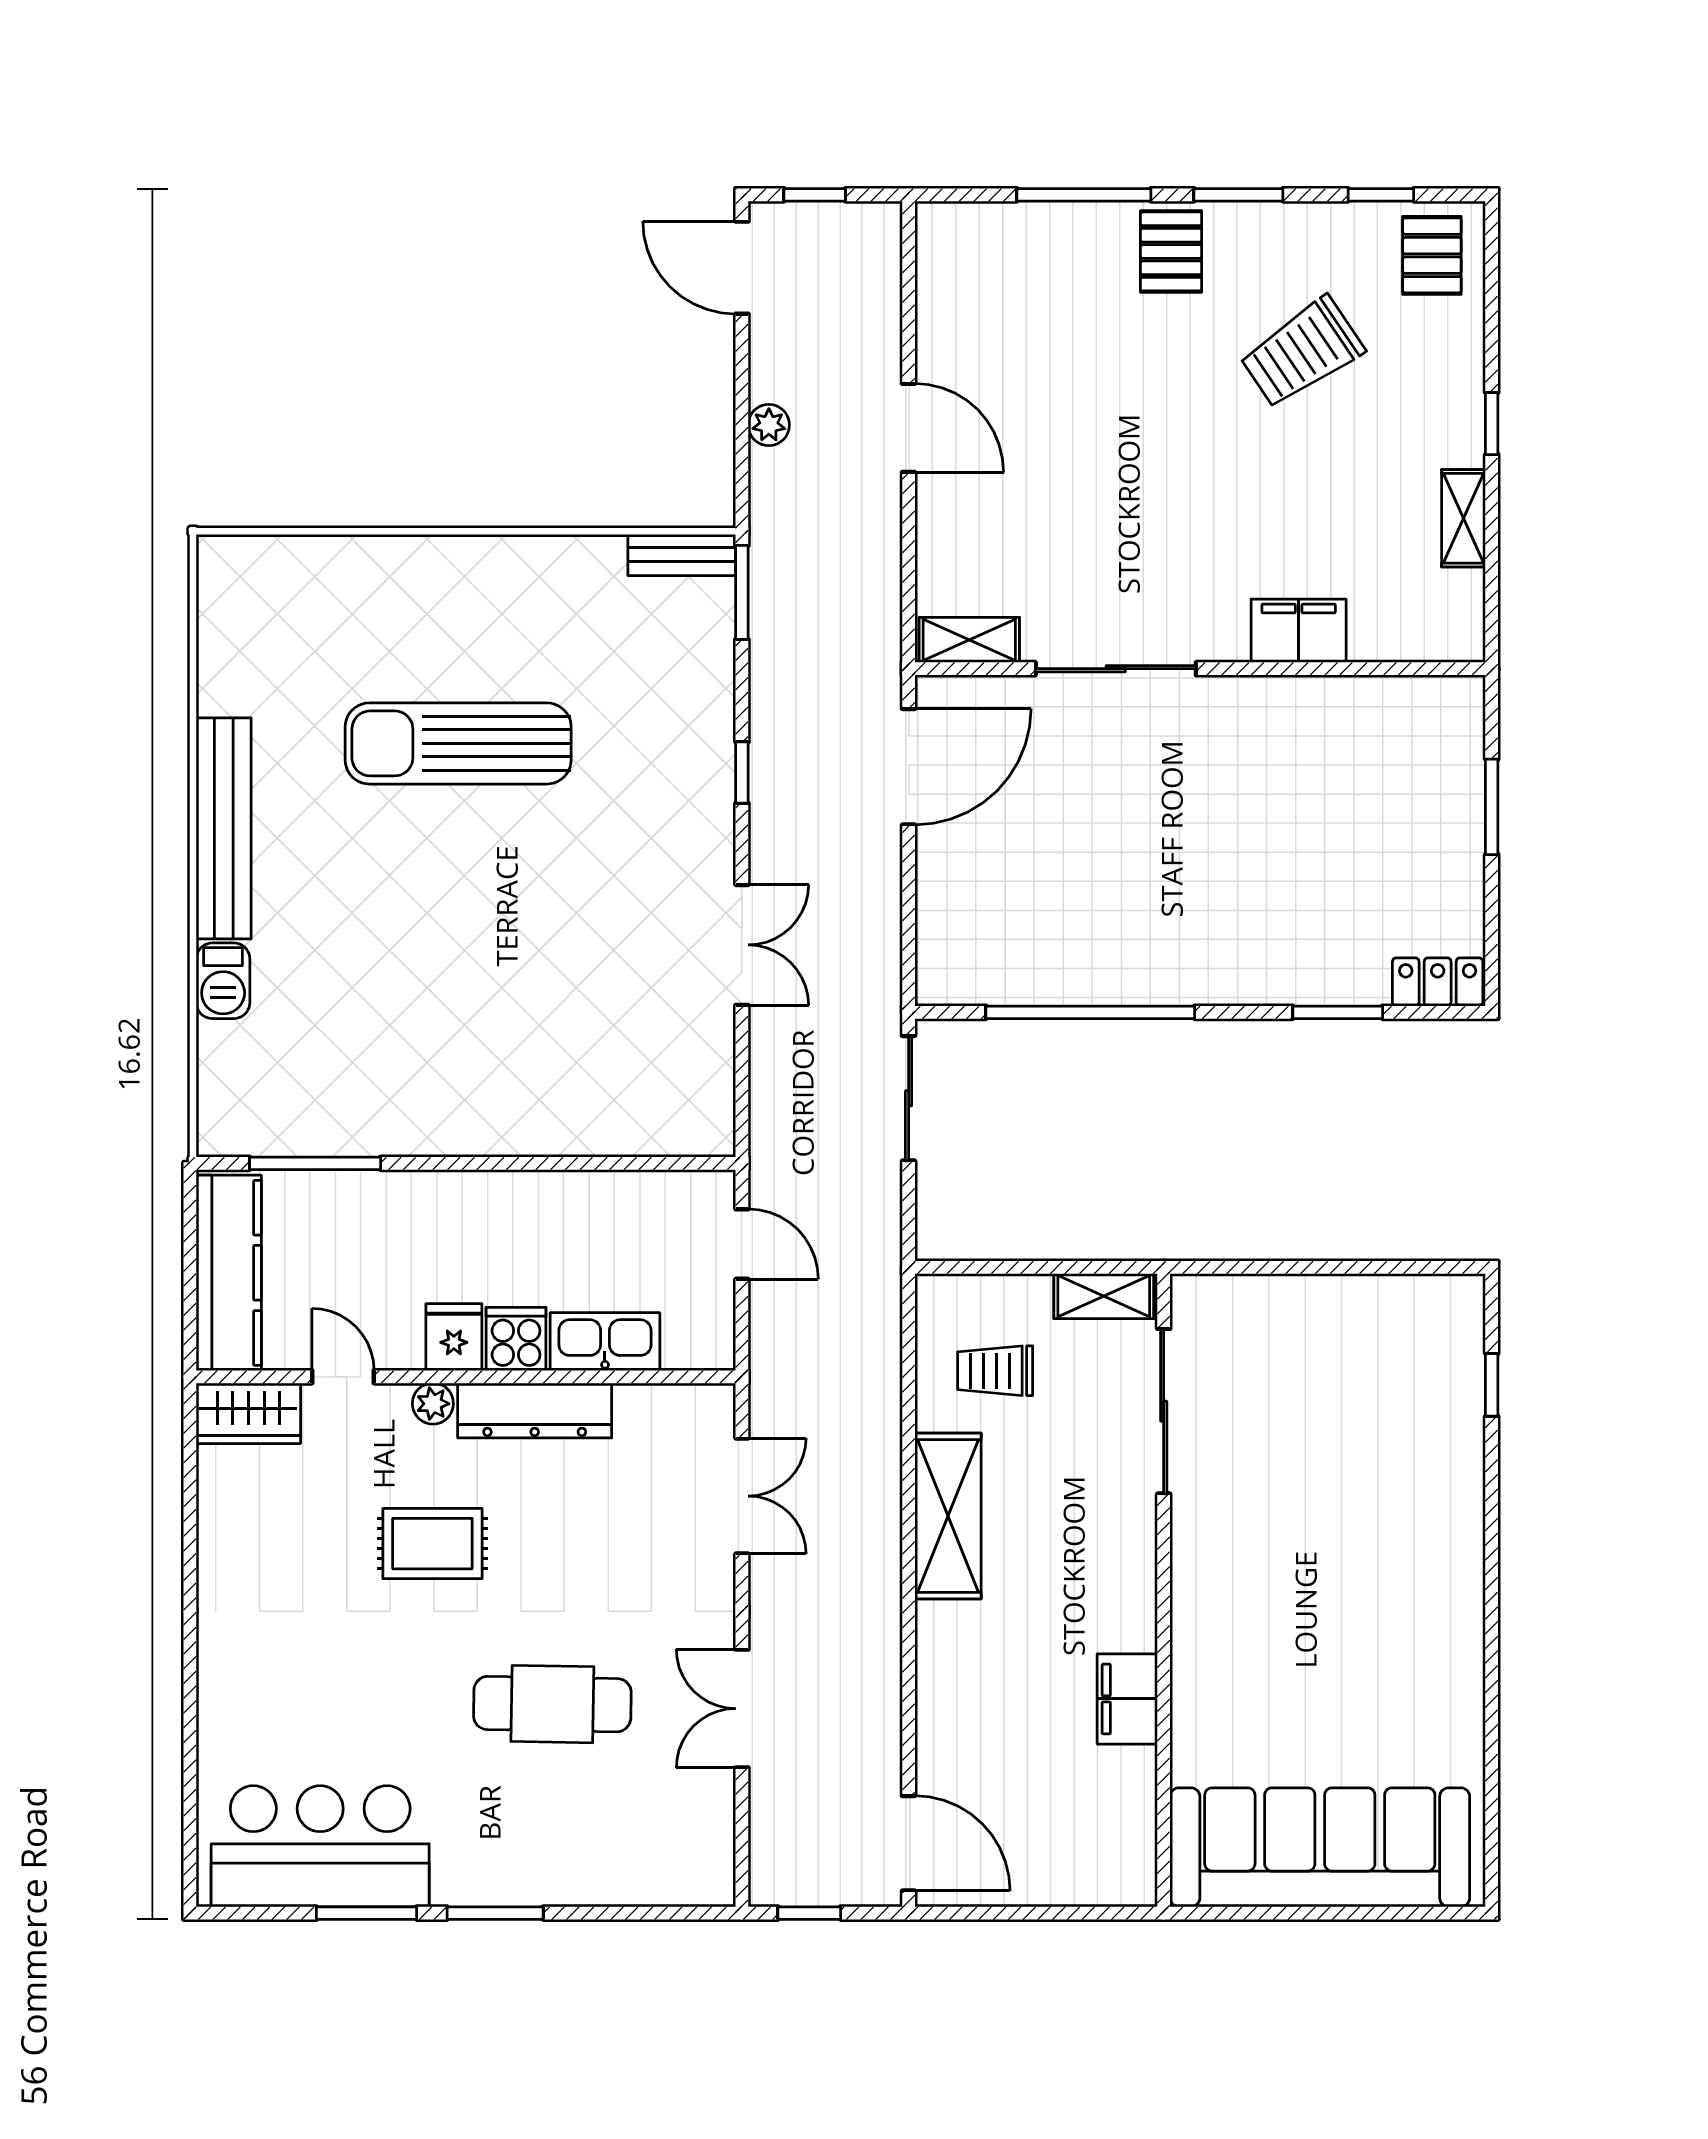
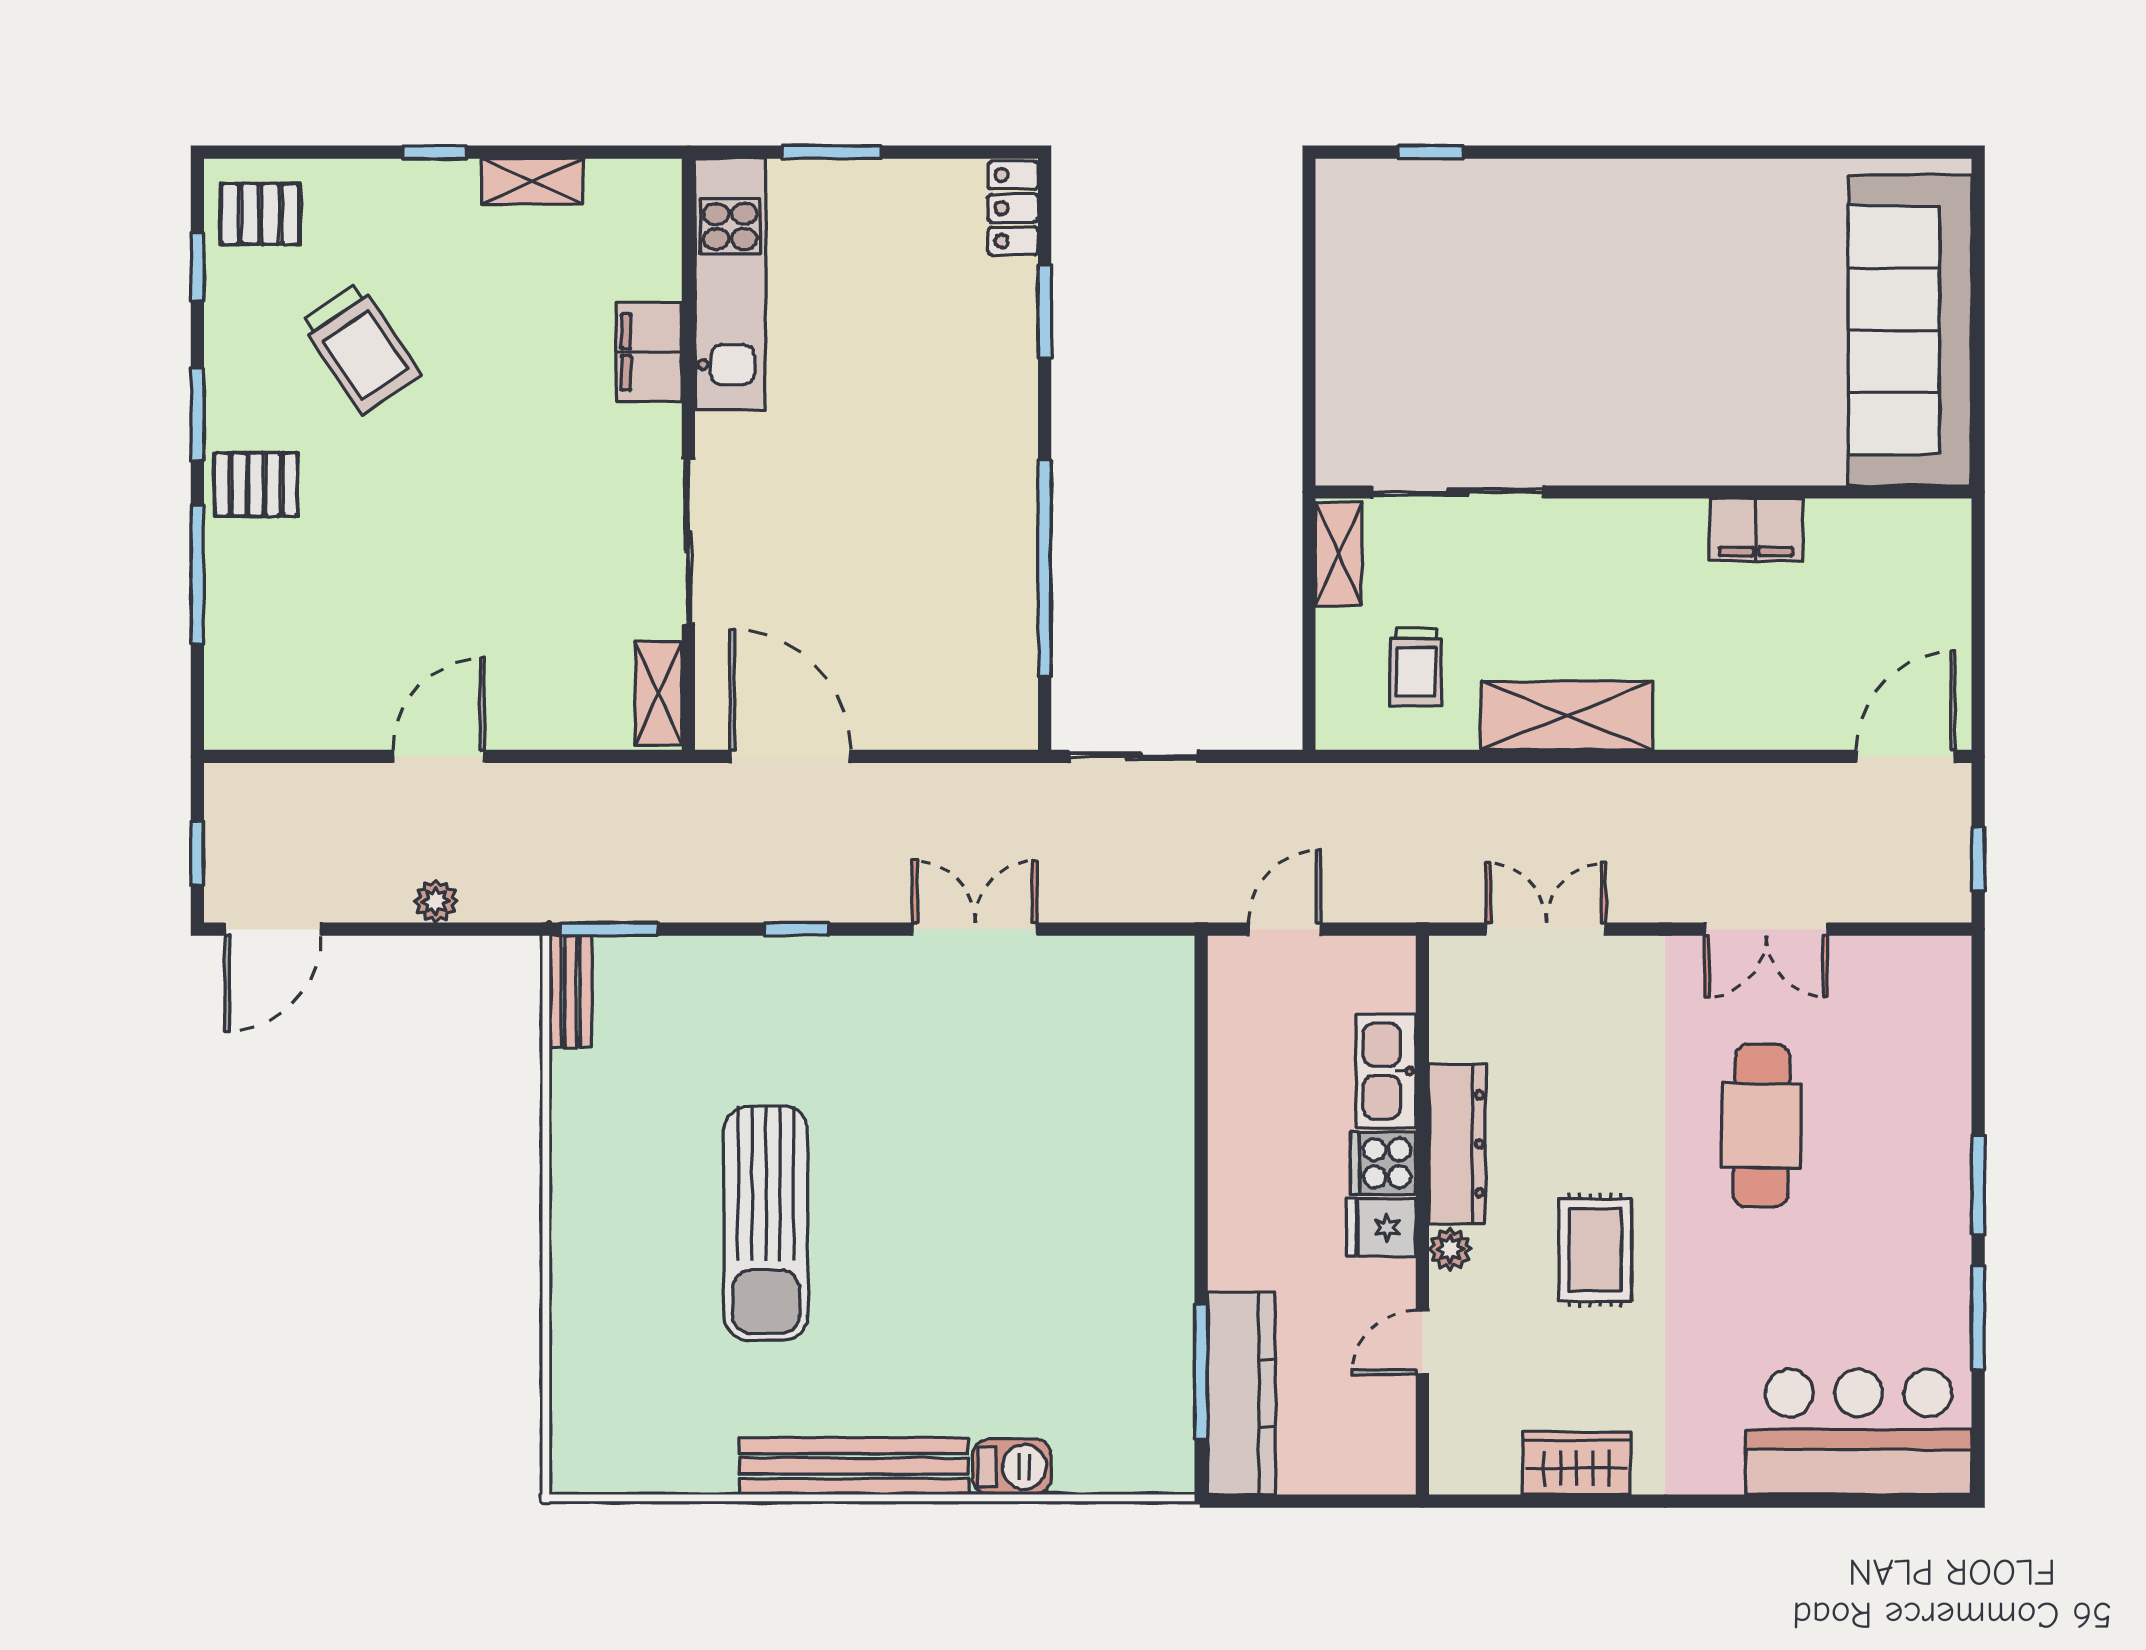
kitchen unit: (1364, 709) -> (730, 284), added
kitchen counter: (229, 1273) -> (1241, 1393), moved, turned 90
wardrobe: (248, 1413) -> (1577, 1463), moved, turned -90
bar counter: (320, 1846) -> (1859, 1432), moved, turned 90

